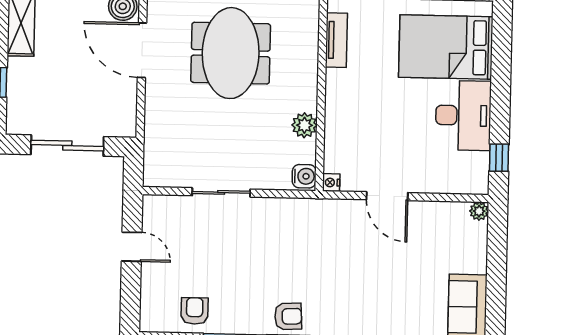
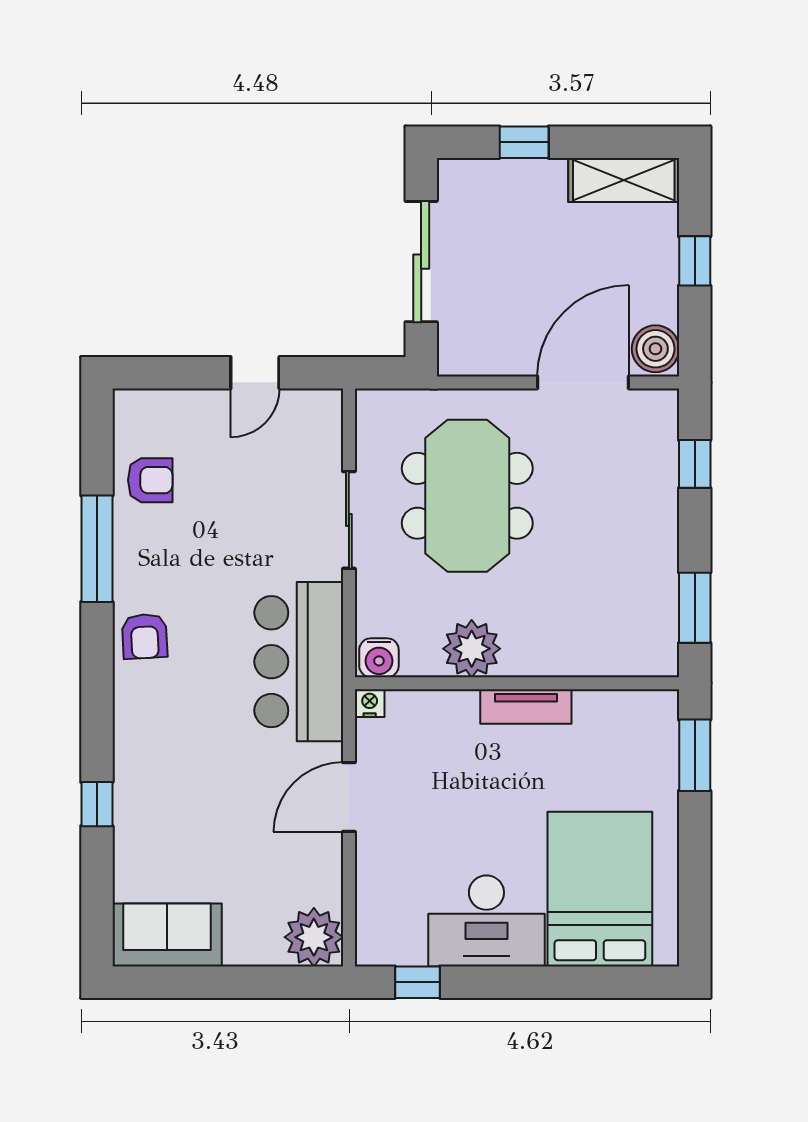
tv unit: (336, 40) -> (526, 706), moved
meeting table: (231, 53) -> (467, 496), moved, turned 90
plant: (304, 125) -> (472, 649), width x1.36, depth x1.36
plant: (479, 211) -> (314, 937), width x1.88, depth x1.88
bar counter: (305, 224) -> (299, 662), added

